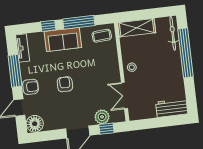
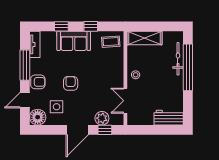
window: (79, 22) -> (91, 26), width x0.46
bicycle: (173, 33) -> (178, 59), moved
side table: (53, 110) -> (57, 107), added

